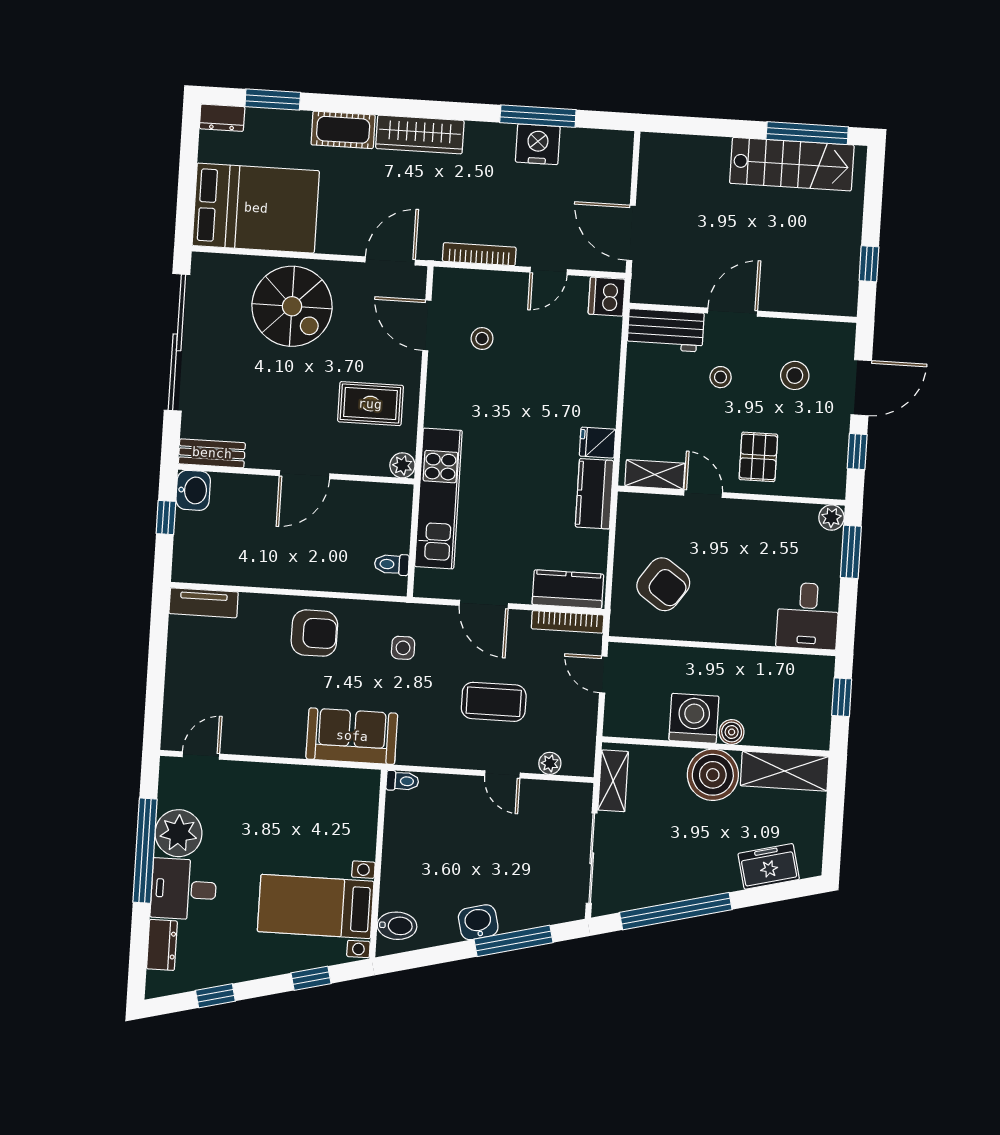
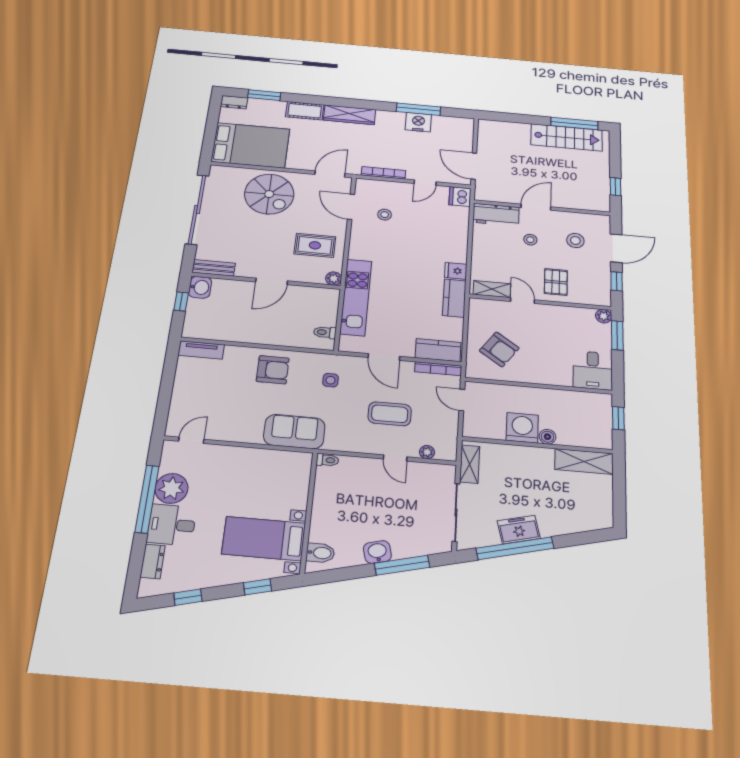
boiler: (713, 775) -> (536, 462), removed
freezer: (769, 866) -> (519, 530), moved

